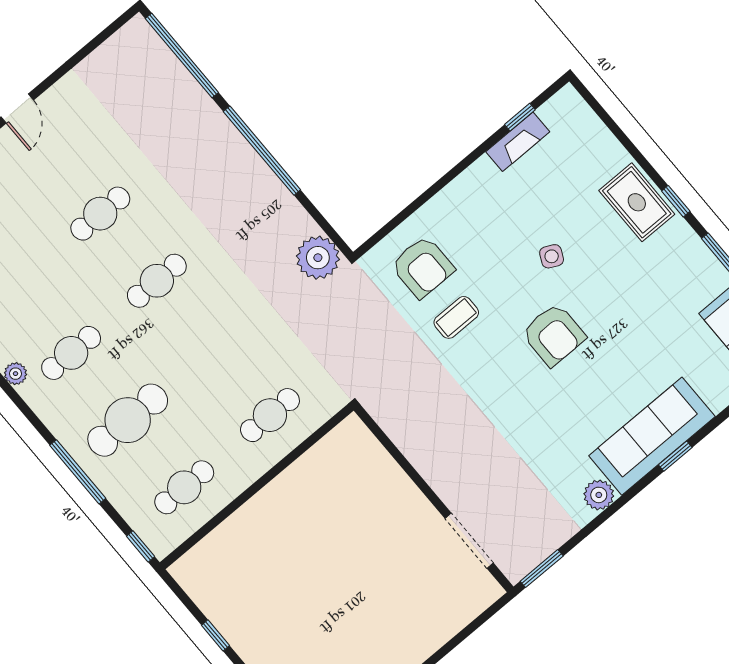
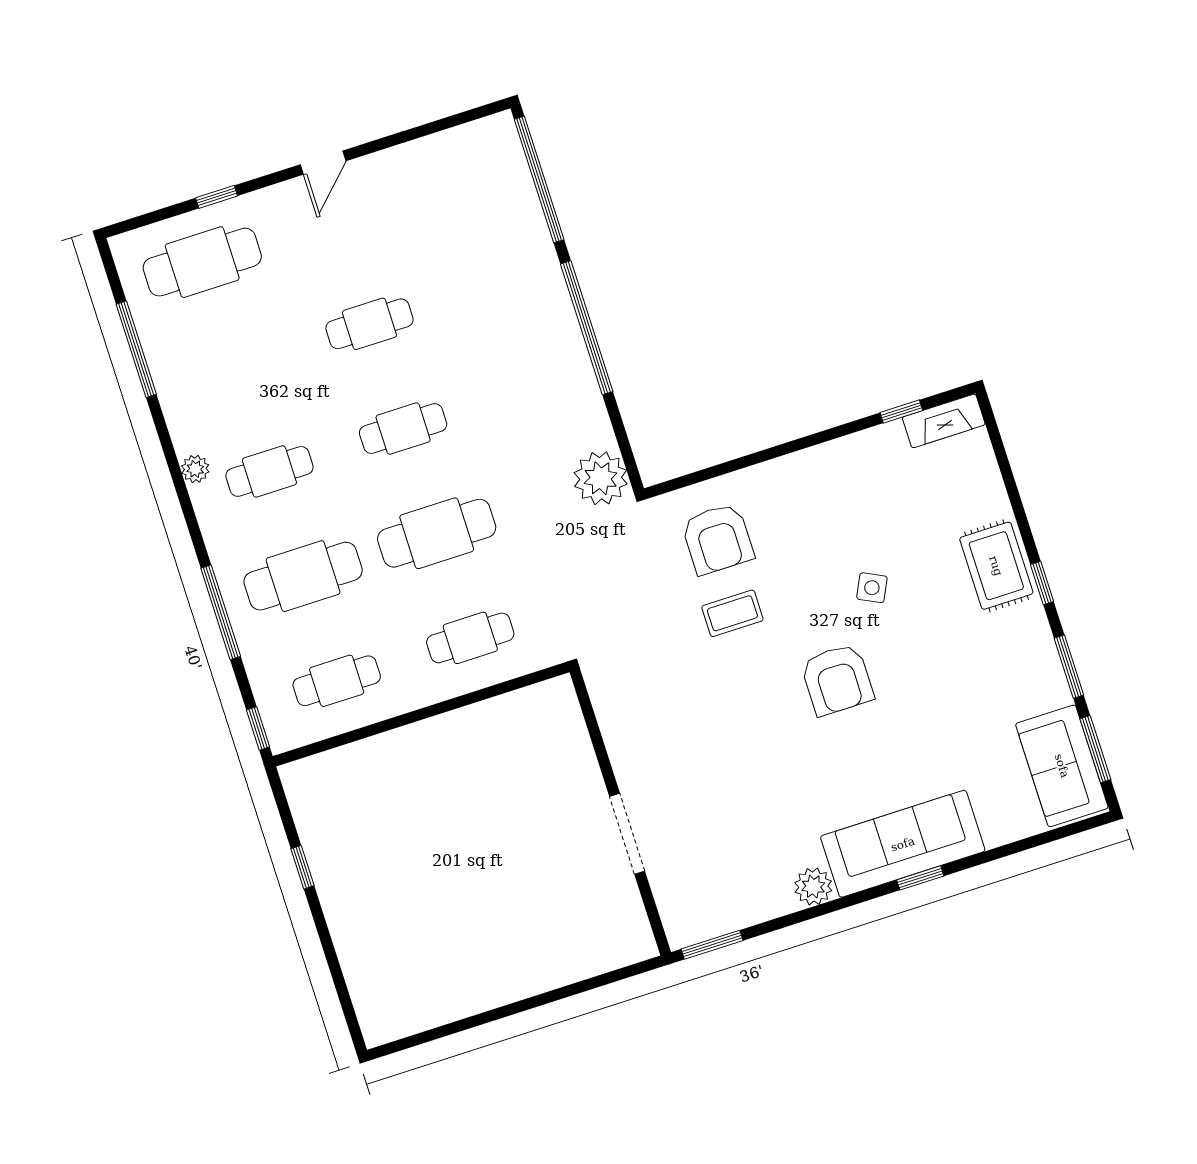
fireplace: (518, 142) -> (944, 421), moved
cafe table: (213, 348) -> (437, 533), added
doorway: (469, 541) -> (627, 834), moved

